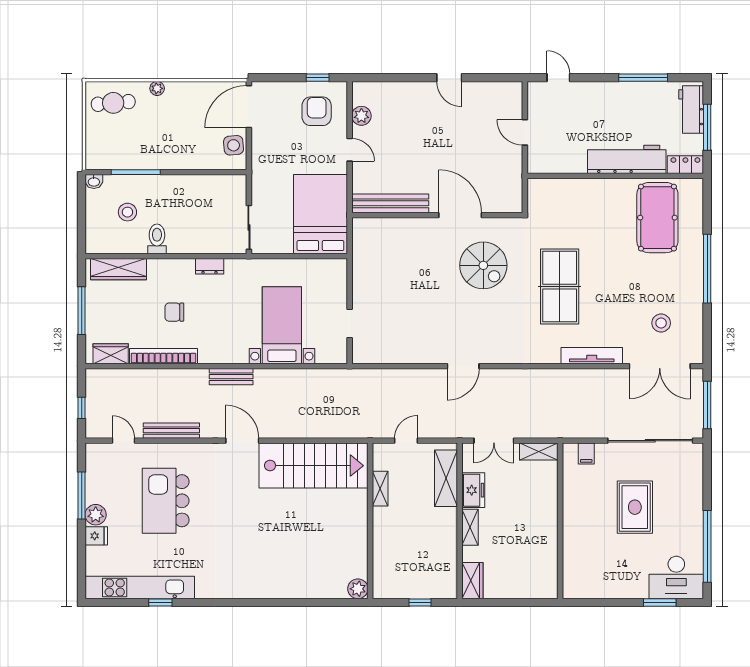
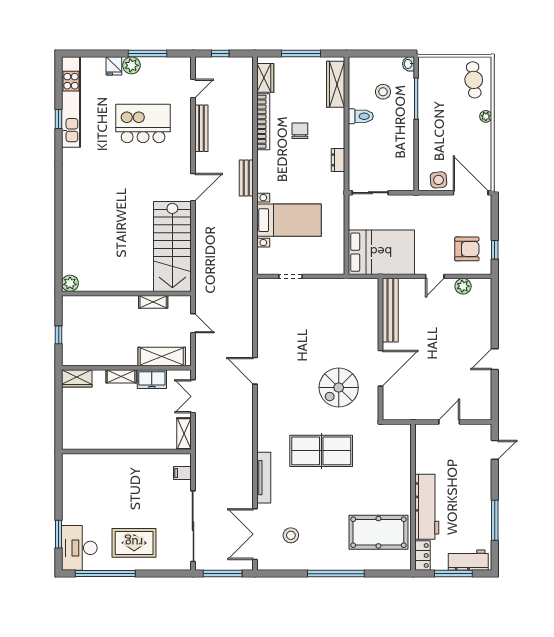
rug: (635, 507) -> (134, 543), moved

